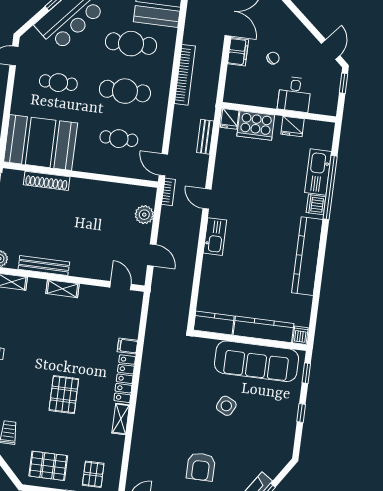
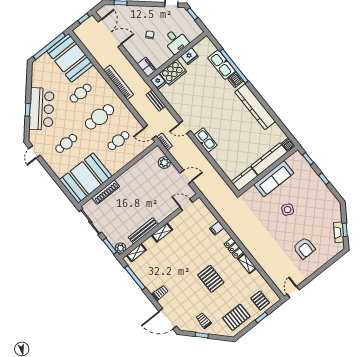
cafe table: (131, 44) -> (81, 93), width x0.73, depth x0.74
filing cabinet: (238, 52) -> (147, 67), moved
sofa: (257, 361) -> (274, 179), width x0.74, depth x0.79
locker: (125, 379) -> (234, 248), width x0.66

